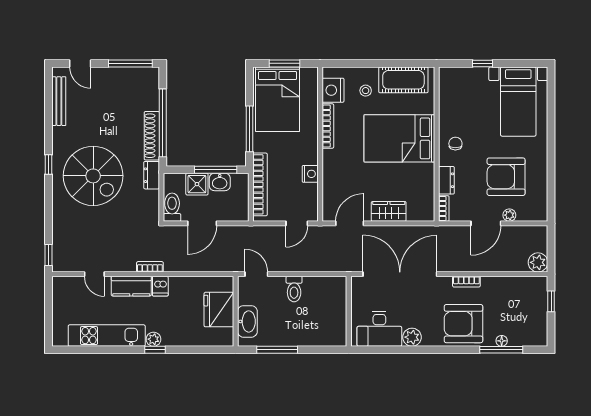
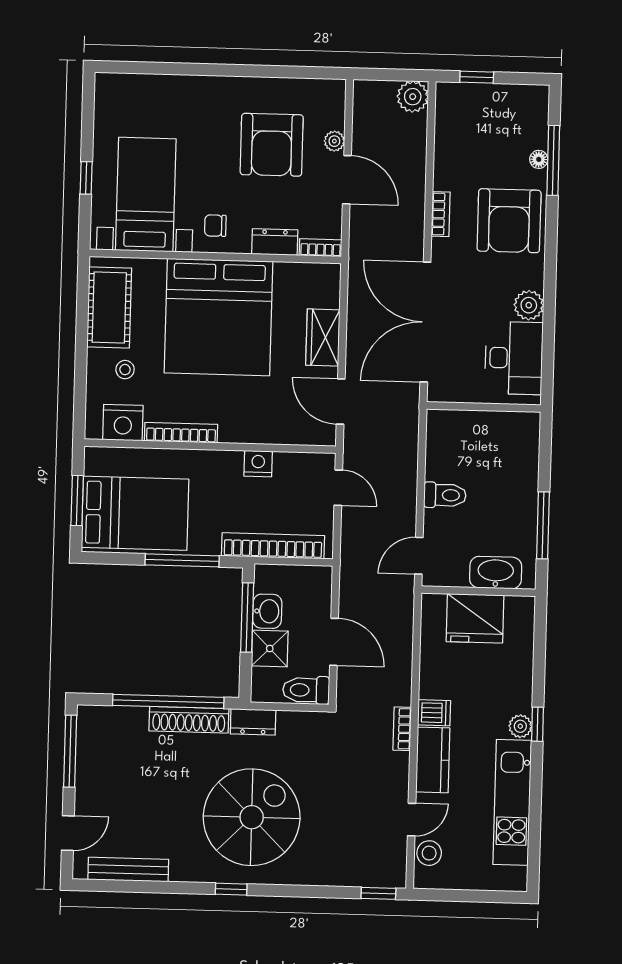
bed with nightstands: (518, 102) -> (146, 195), moved, turned -90
bed: (399, 138) -> (218, 317), width x1.36
stool: (74, 285) -> (429, 853), added

